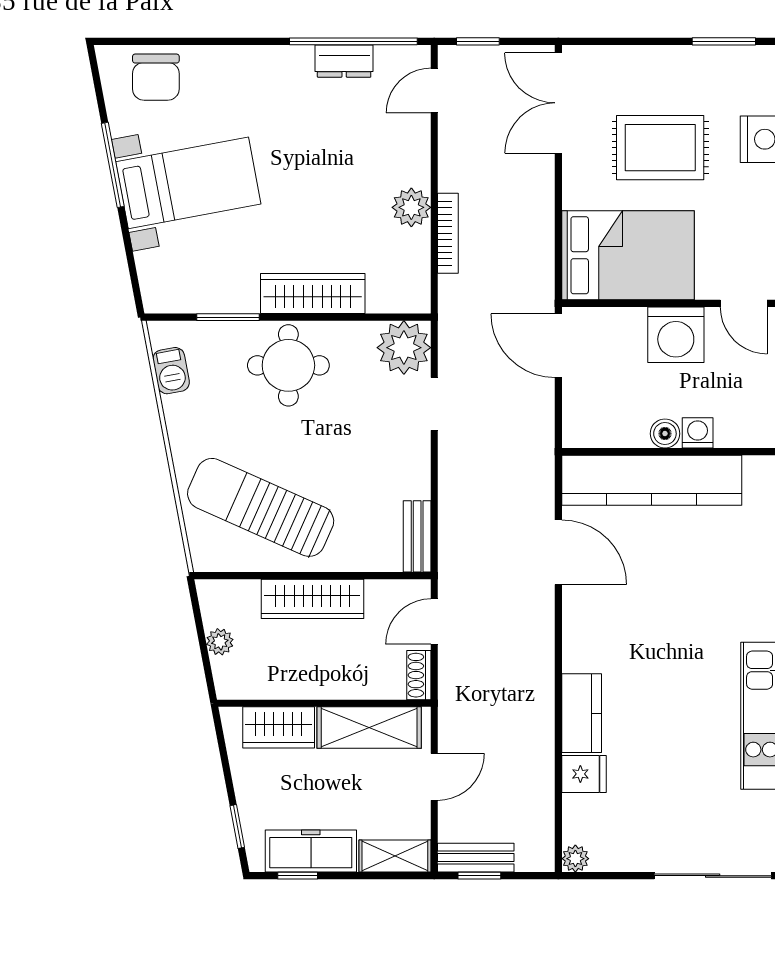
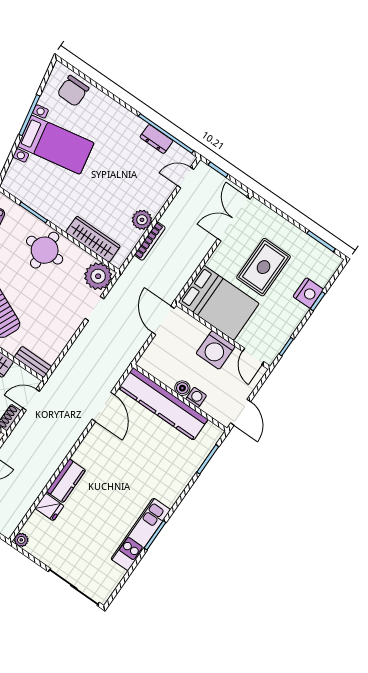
rug: (660, 148) -> (264, 267), turned 90
wardrobe: (313, 294) -> (93, 239), moved
bench: (417, 536) -> (33, 362), moved, turned 90

